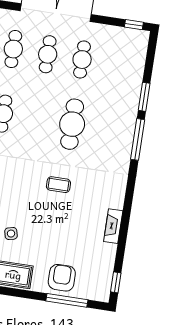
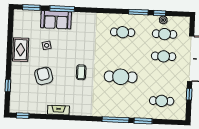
window: (134, 25) -> (189, 94), moved
cafe table: (82, 60) -> (162, 101), moved
armchair: (62, 278) -> (44, 76), moved, turned -107
window: (67, 300) -> (8, 86), width x0.46

